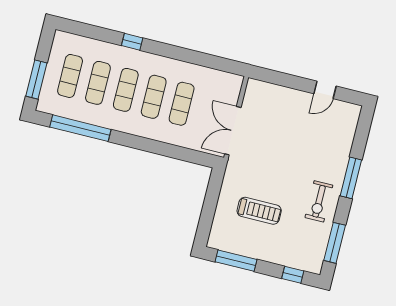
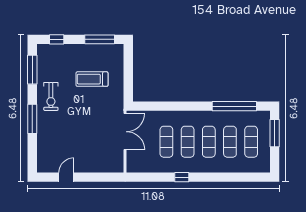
window: (132, 42) -> (182, 177), moved
exercise bike: (319, 201) -> (51, 96), turned 180

